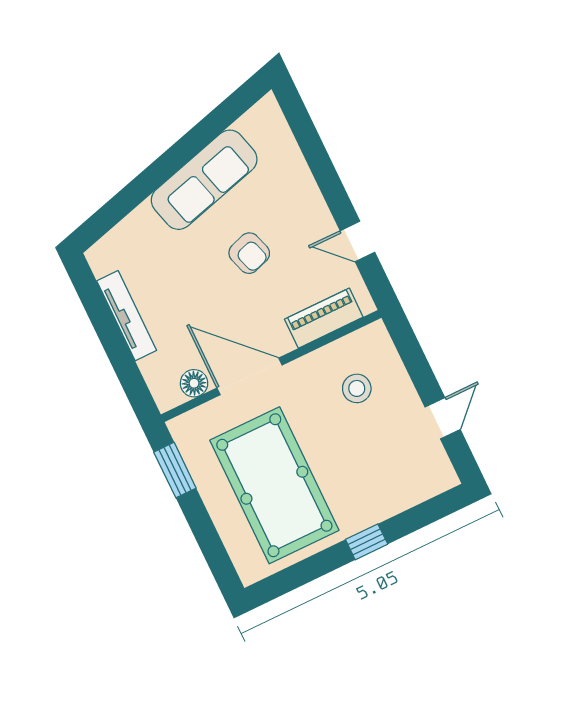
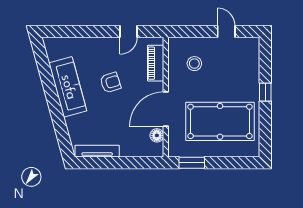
tv unit: (127, 316) -> (97, 151), moved

